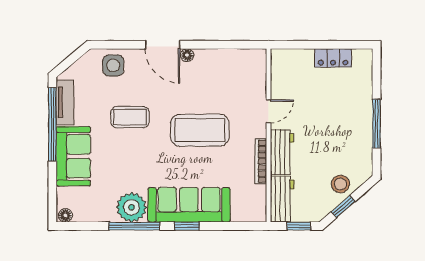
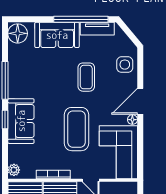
corner sofa: (231, 74) -> (118, 152), added
sofa: (189, 205) -> (21, 121), width x0.73
plant: (132, 207) -> (14, 170), moved, width x0.53, depth x0.53
floor lamp: (65, 215) -> (18, 33), width x1.89, depth x1.89

